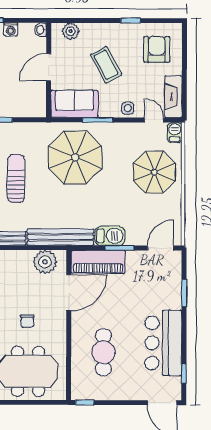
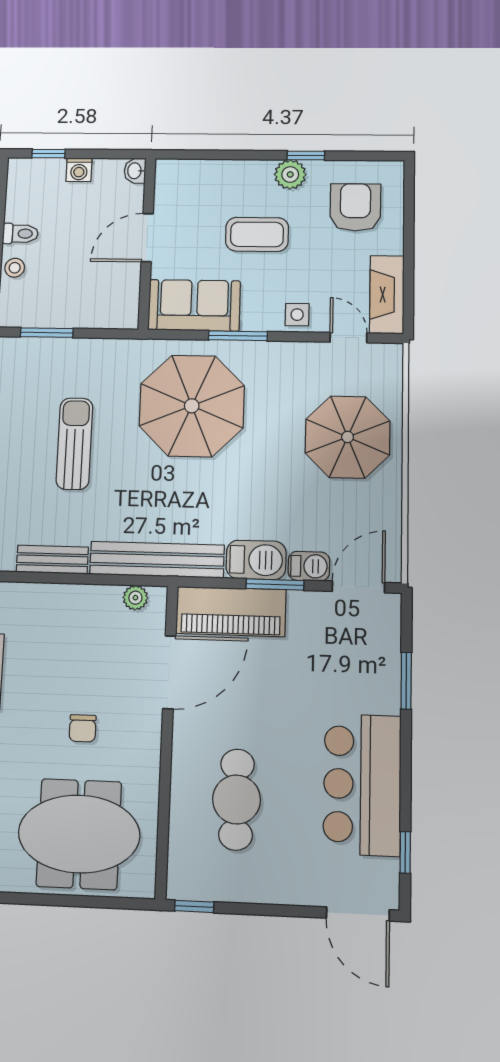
plant: (71, 31) -> (290, 174), moved
coffee table: (106, 65) -> (257, 234), turned -62
barbecue: (175, 133) -> (309, 566), moved, turned 90
plant: (45, 262) -> (135, 598), width x0.53, depth x0.53

